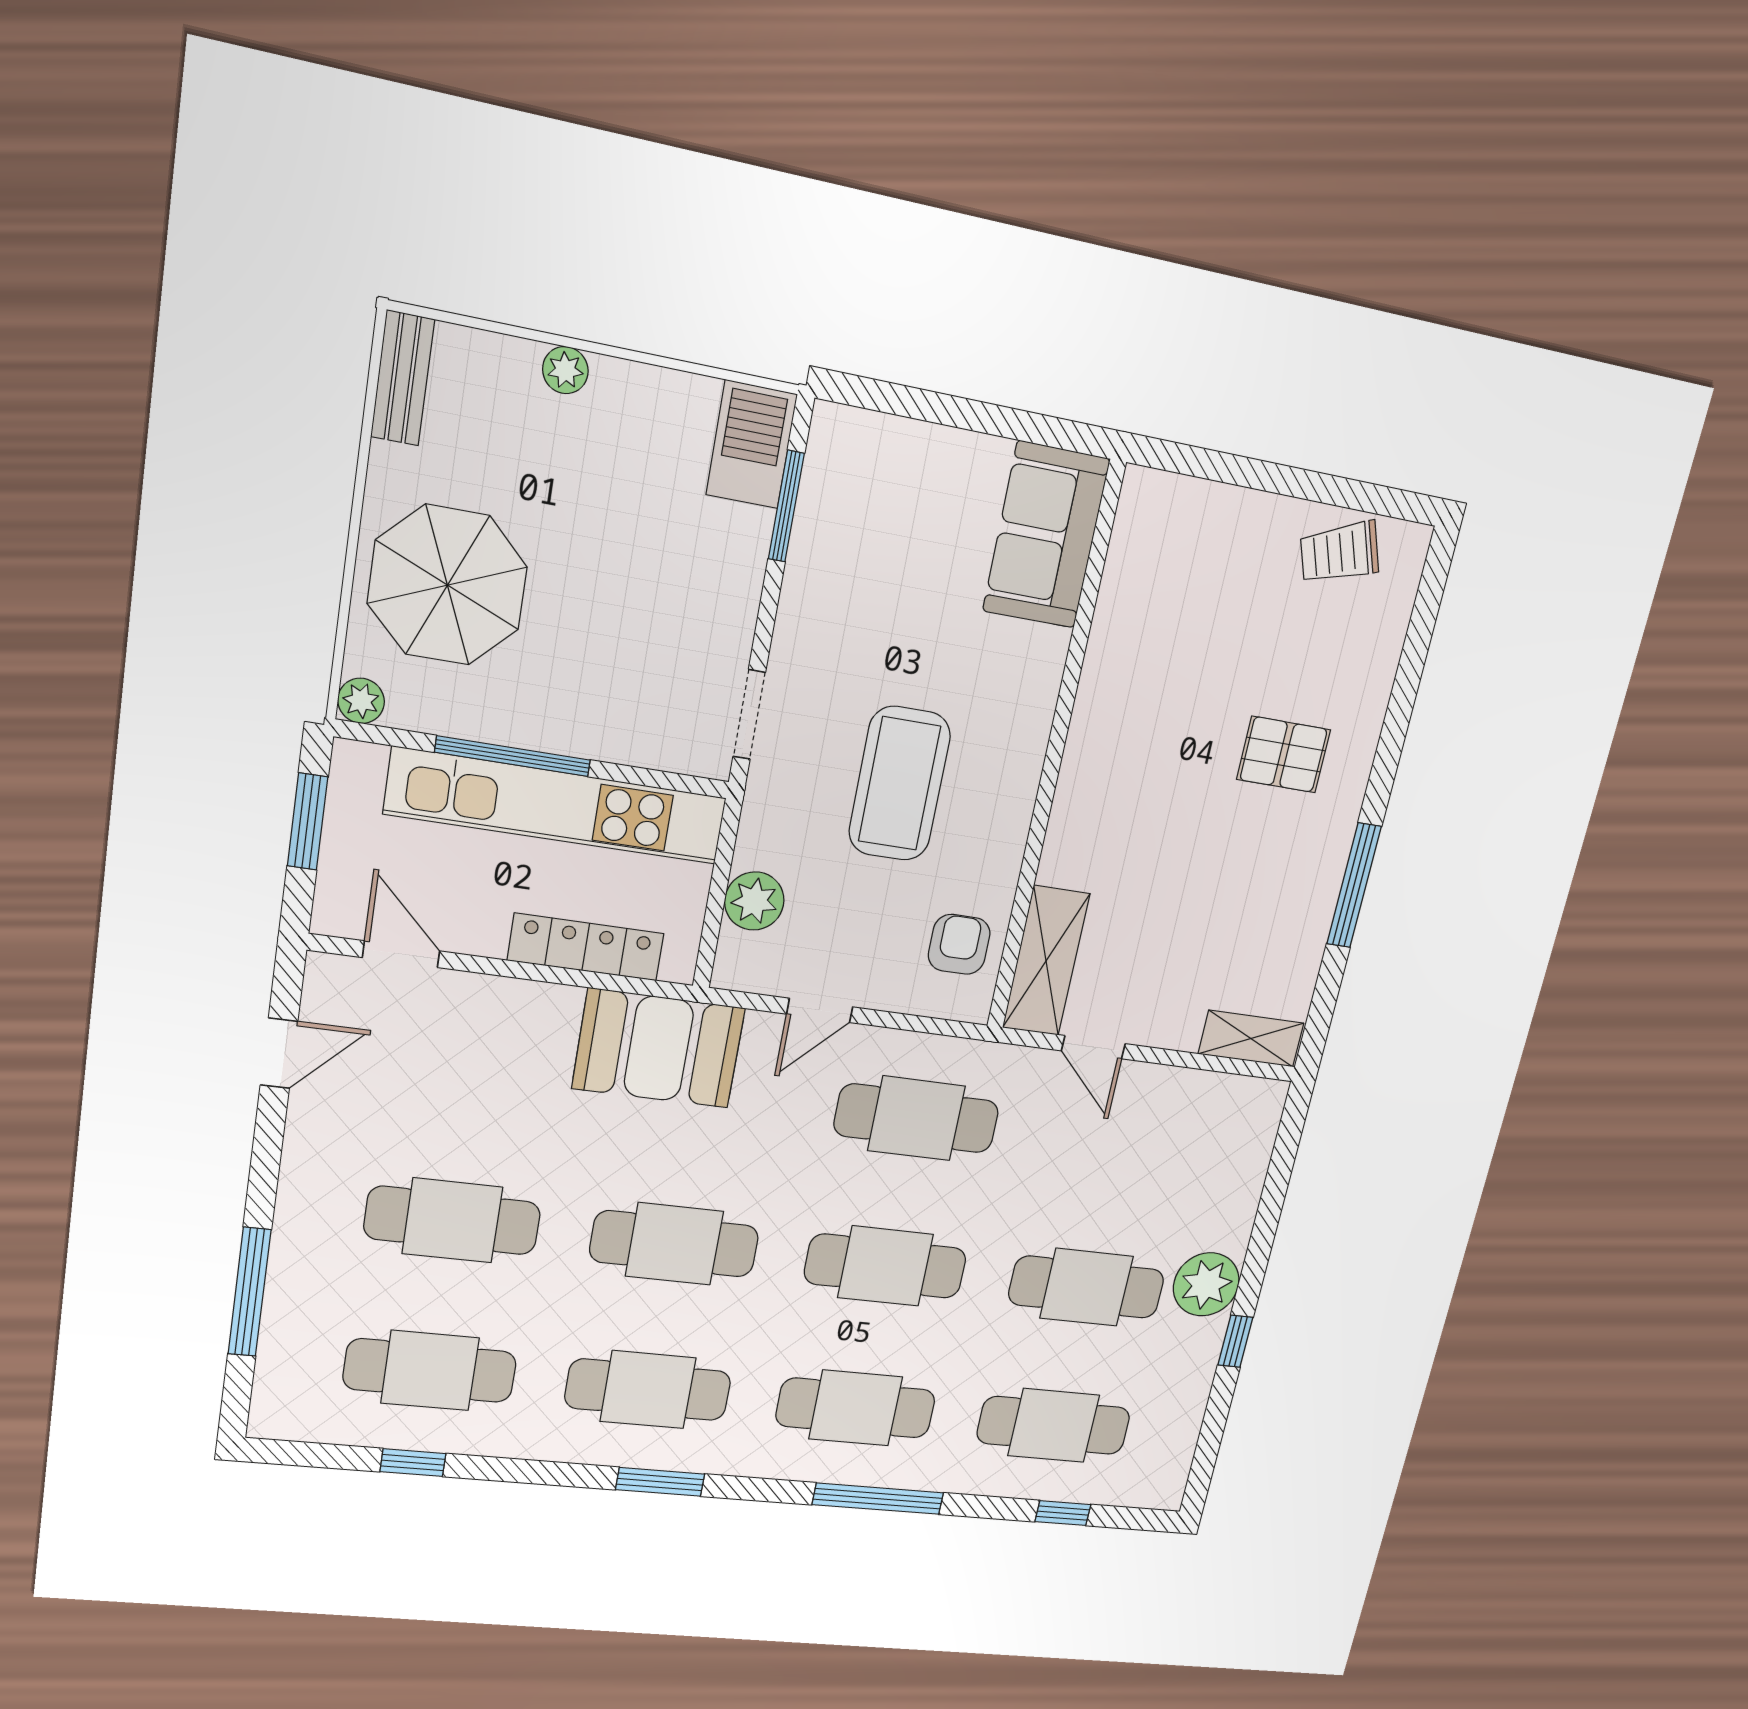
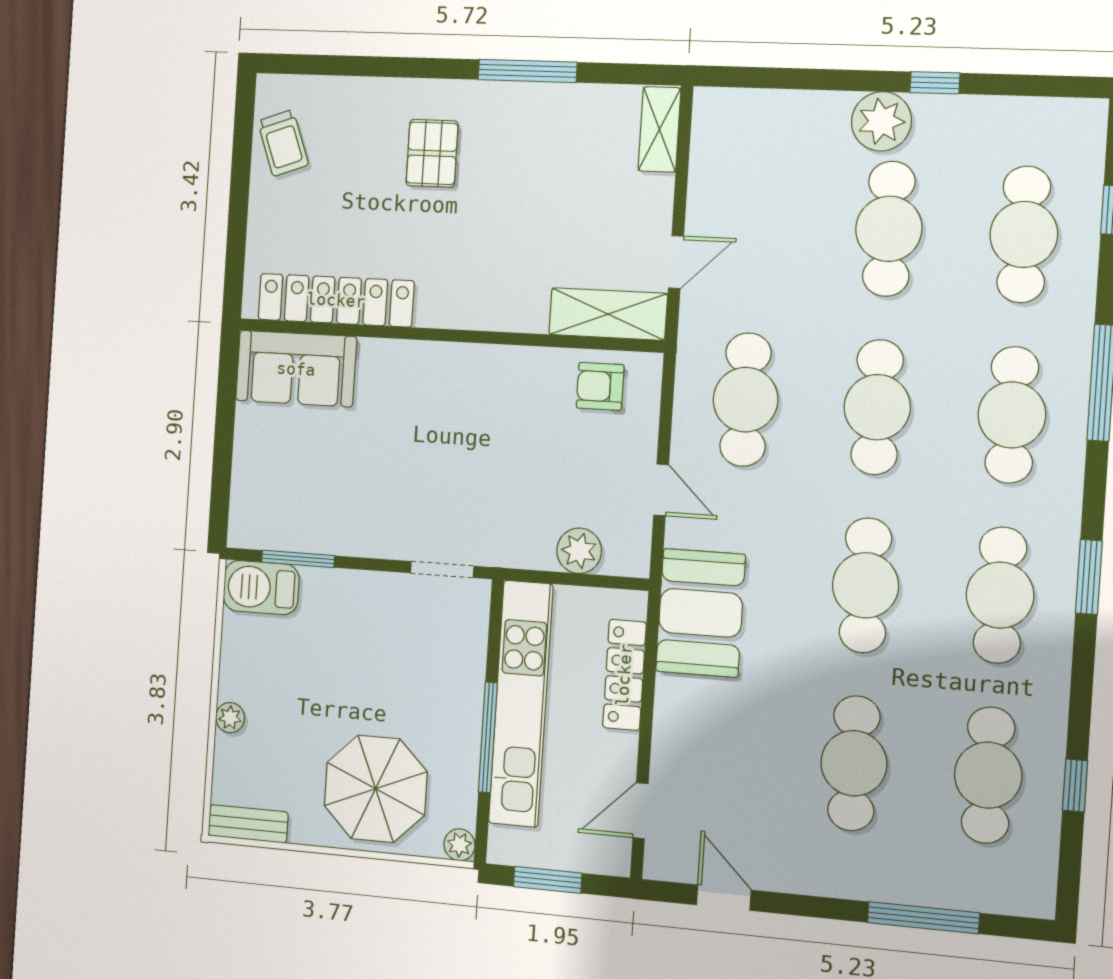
locker: (1126, 603) -> (336, 300), added
coffee table: (899, 784) -> (482, 451), removed

